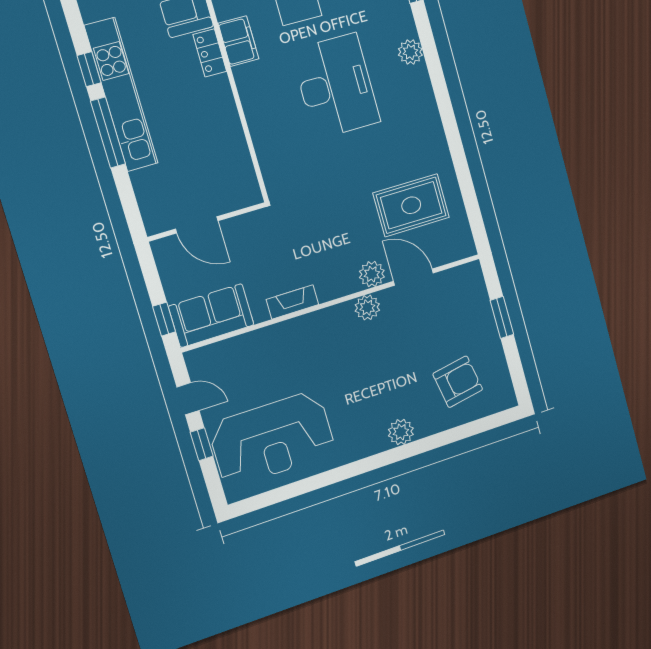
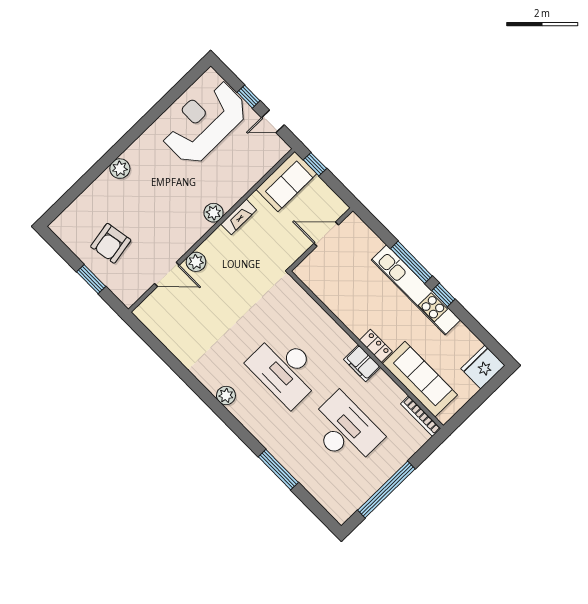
plant: (410, 52) -> (226, 395), moved
rug: (411, 205) -> (194, 320), removed
plant: (367, 308) -> (214, 213), moved
armchair: (458, 382) -> (111, 243), moved

